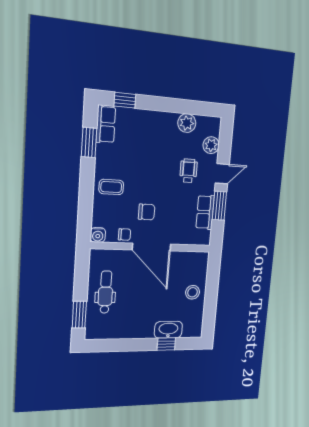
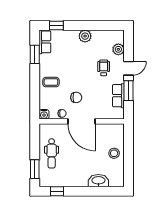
plant: (187, 123) -> (85, 36), moved
dental chair: (105, 292) -> (52, 153), turned 180
window: (166, 344) -> (57, 191), moved

